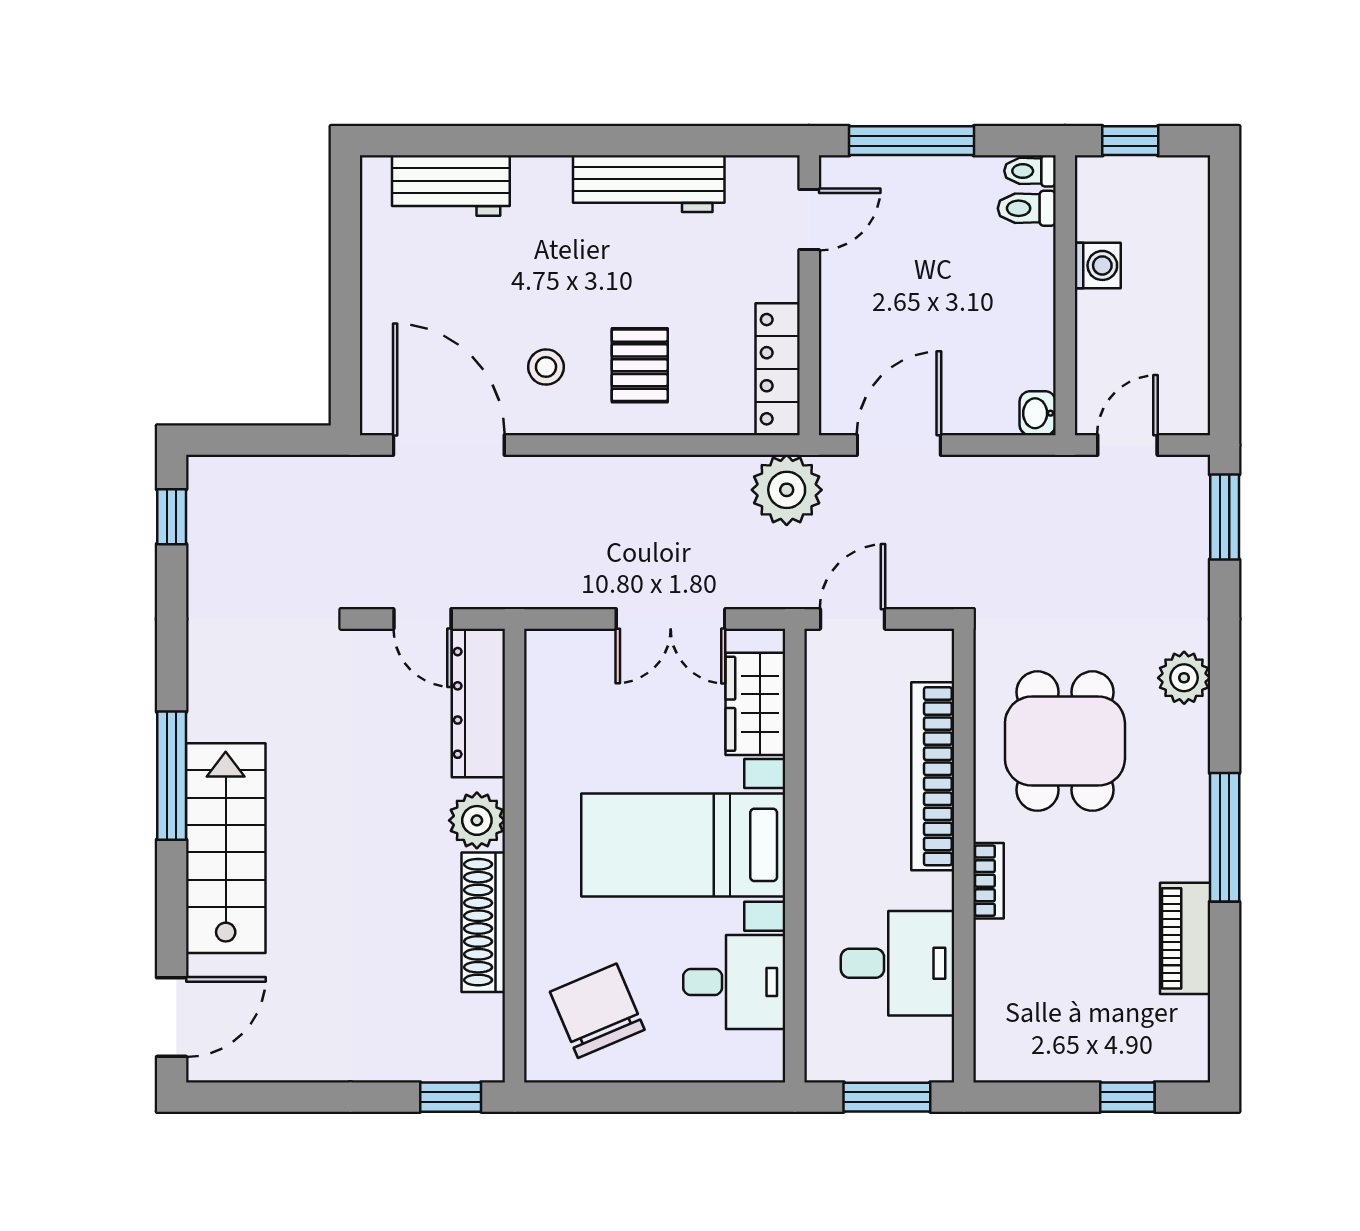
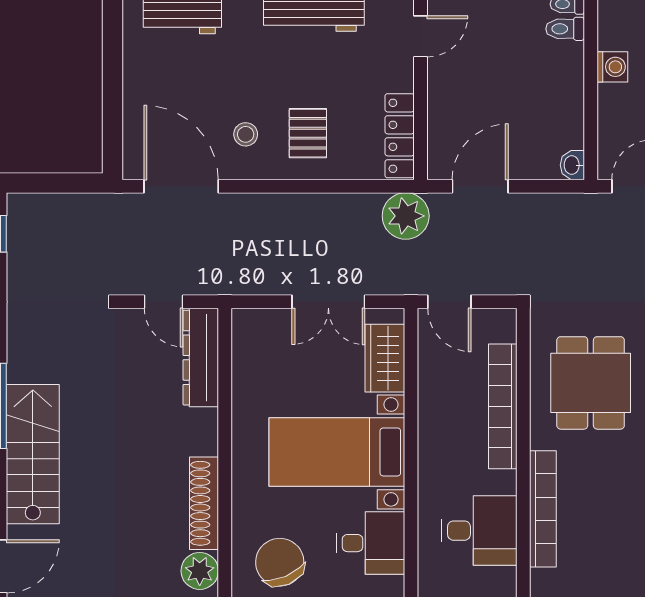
door: (852, 619) -> (449, 302), swing flipped
plant: (477, 820) -> (200, 571), moved
bookcase: (989, 881) -> (543, 509), width x2.31, depth x1.31

